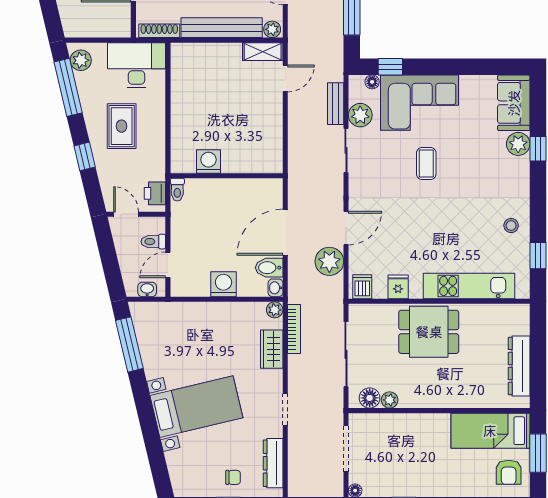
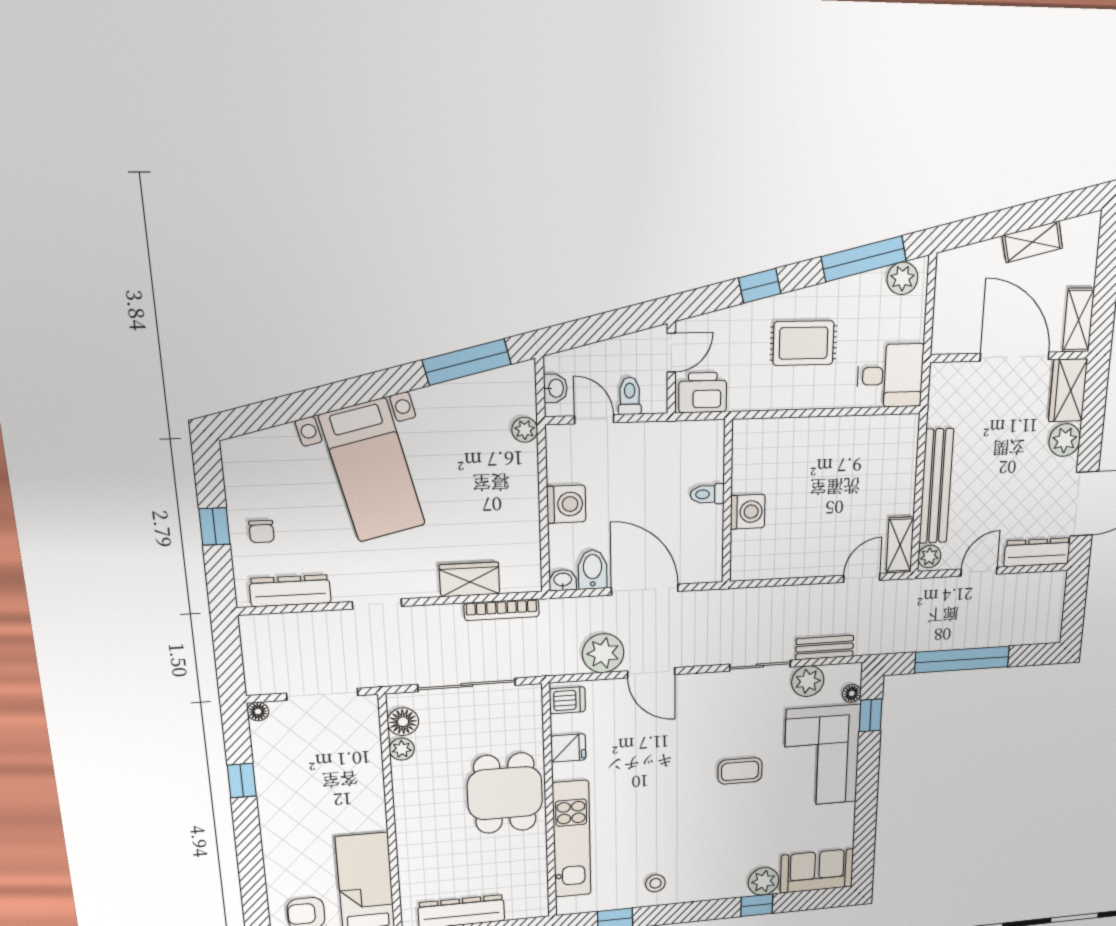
shoe rack: (159, 31) -> (937, 397), removed
desk: (137, 65) -> (890, 376), width x0.73
door: (285, 78) -> (862, 578), swing flipped
washing machine: (208, 162) -> (748, 512), moved
toilet: (177, 190) -> (707, 494), moved
printer: (155, 193) -> (703, 393), width x1.36, depth x1.24
plant: (275, 310) -> (525, 430), moved

